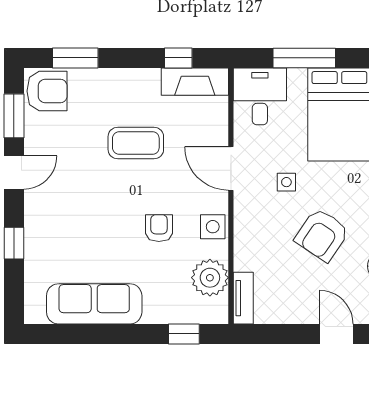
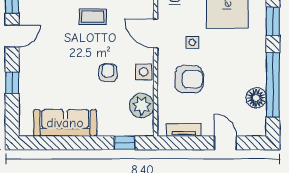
coffee table: (136, 143) -> (93, 17), width x0.73, depth x0.77
armchair: (322, 235) -> (189, 79), moved, turned -123
tv unit: (243, 298) -> (184, 130), moved, turned -90

